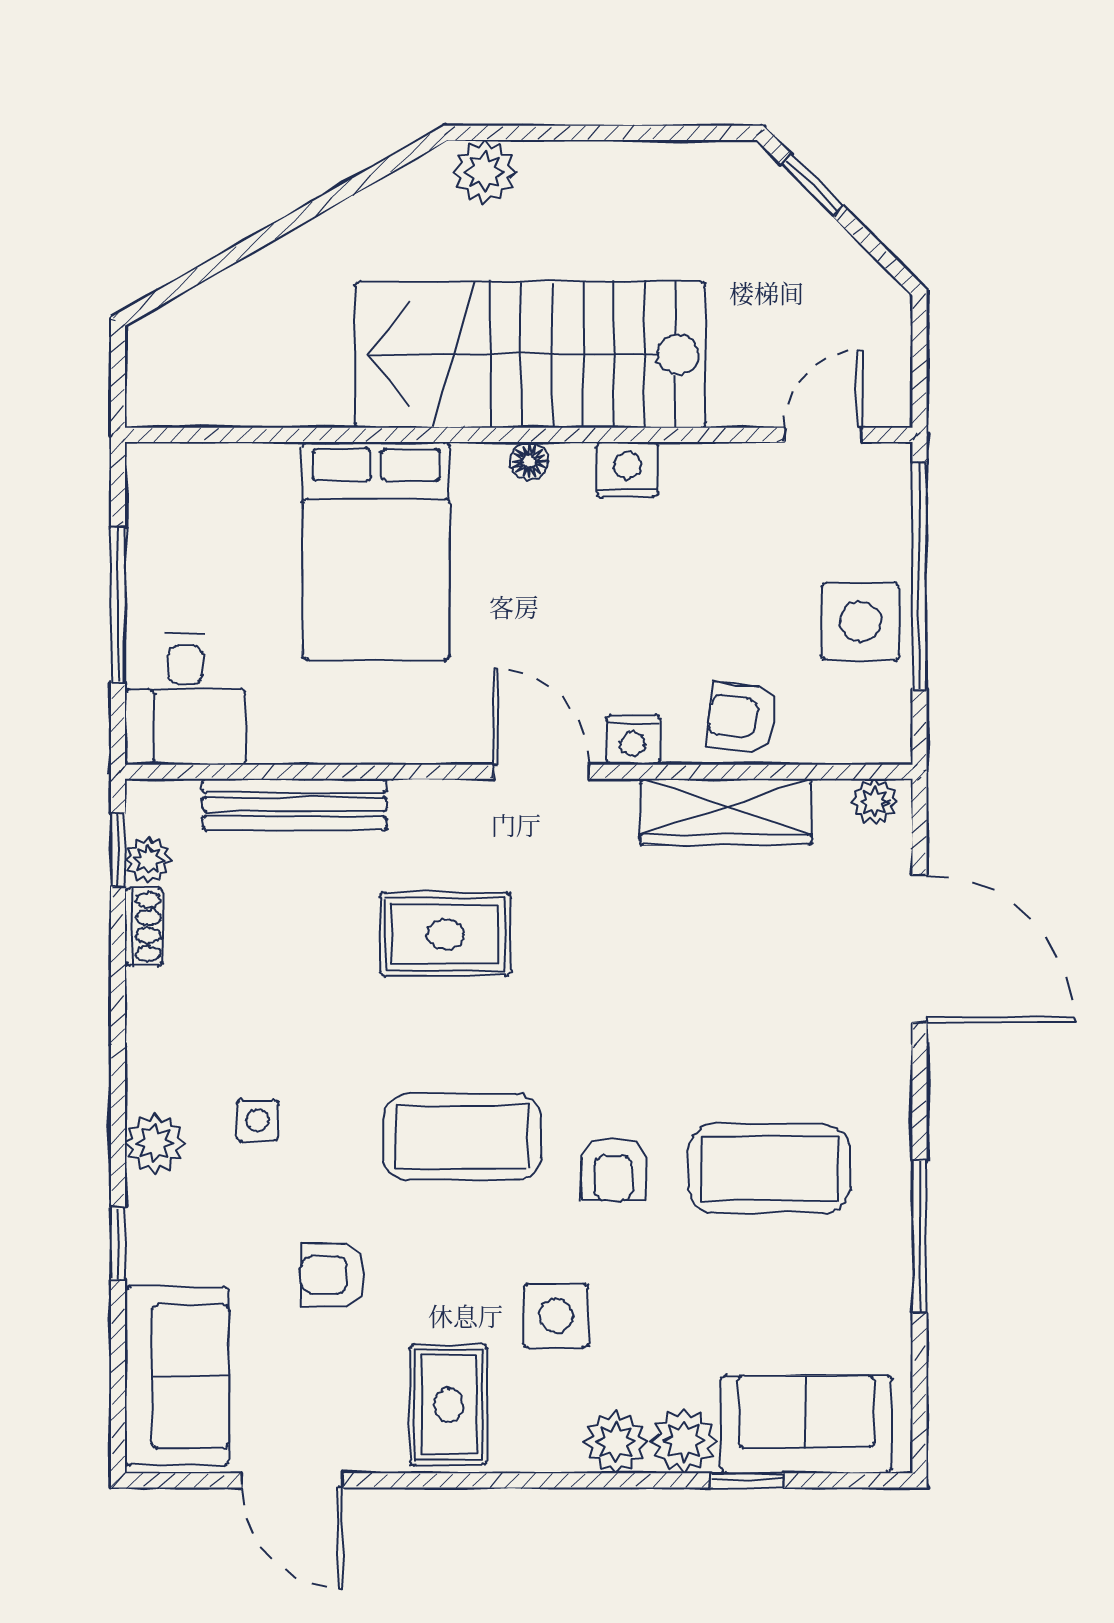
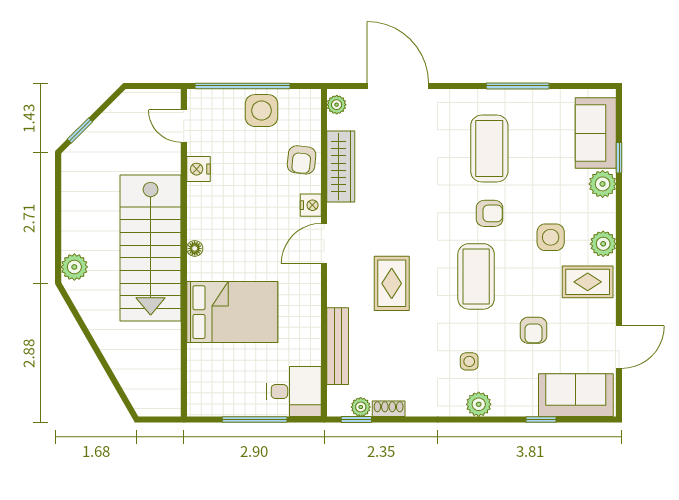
nightstand: (627, 470) -> (198, 169), moved
door: (919, 949) -> (398, 86), hinge flipped
window: (118, 1243) -> (541, 420), moved
plant: (616, 1442) -> (603, 244), moved

